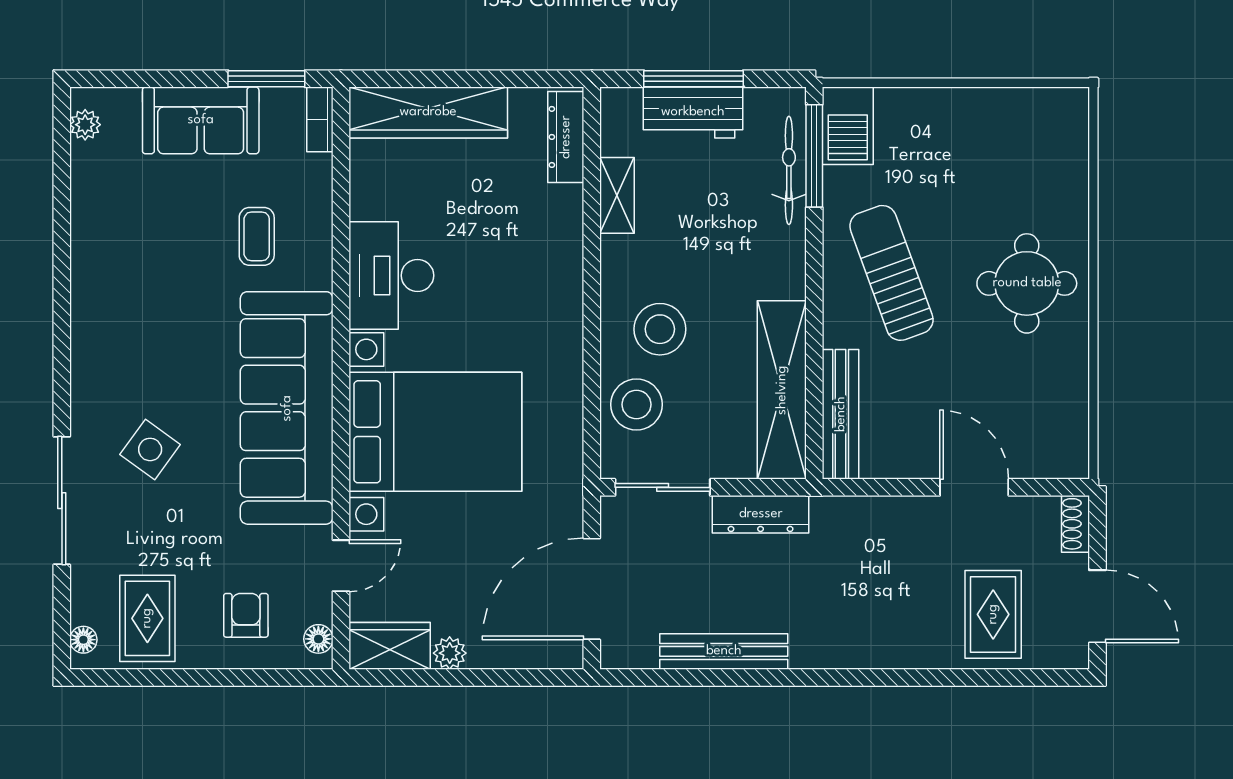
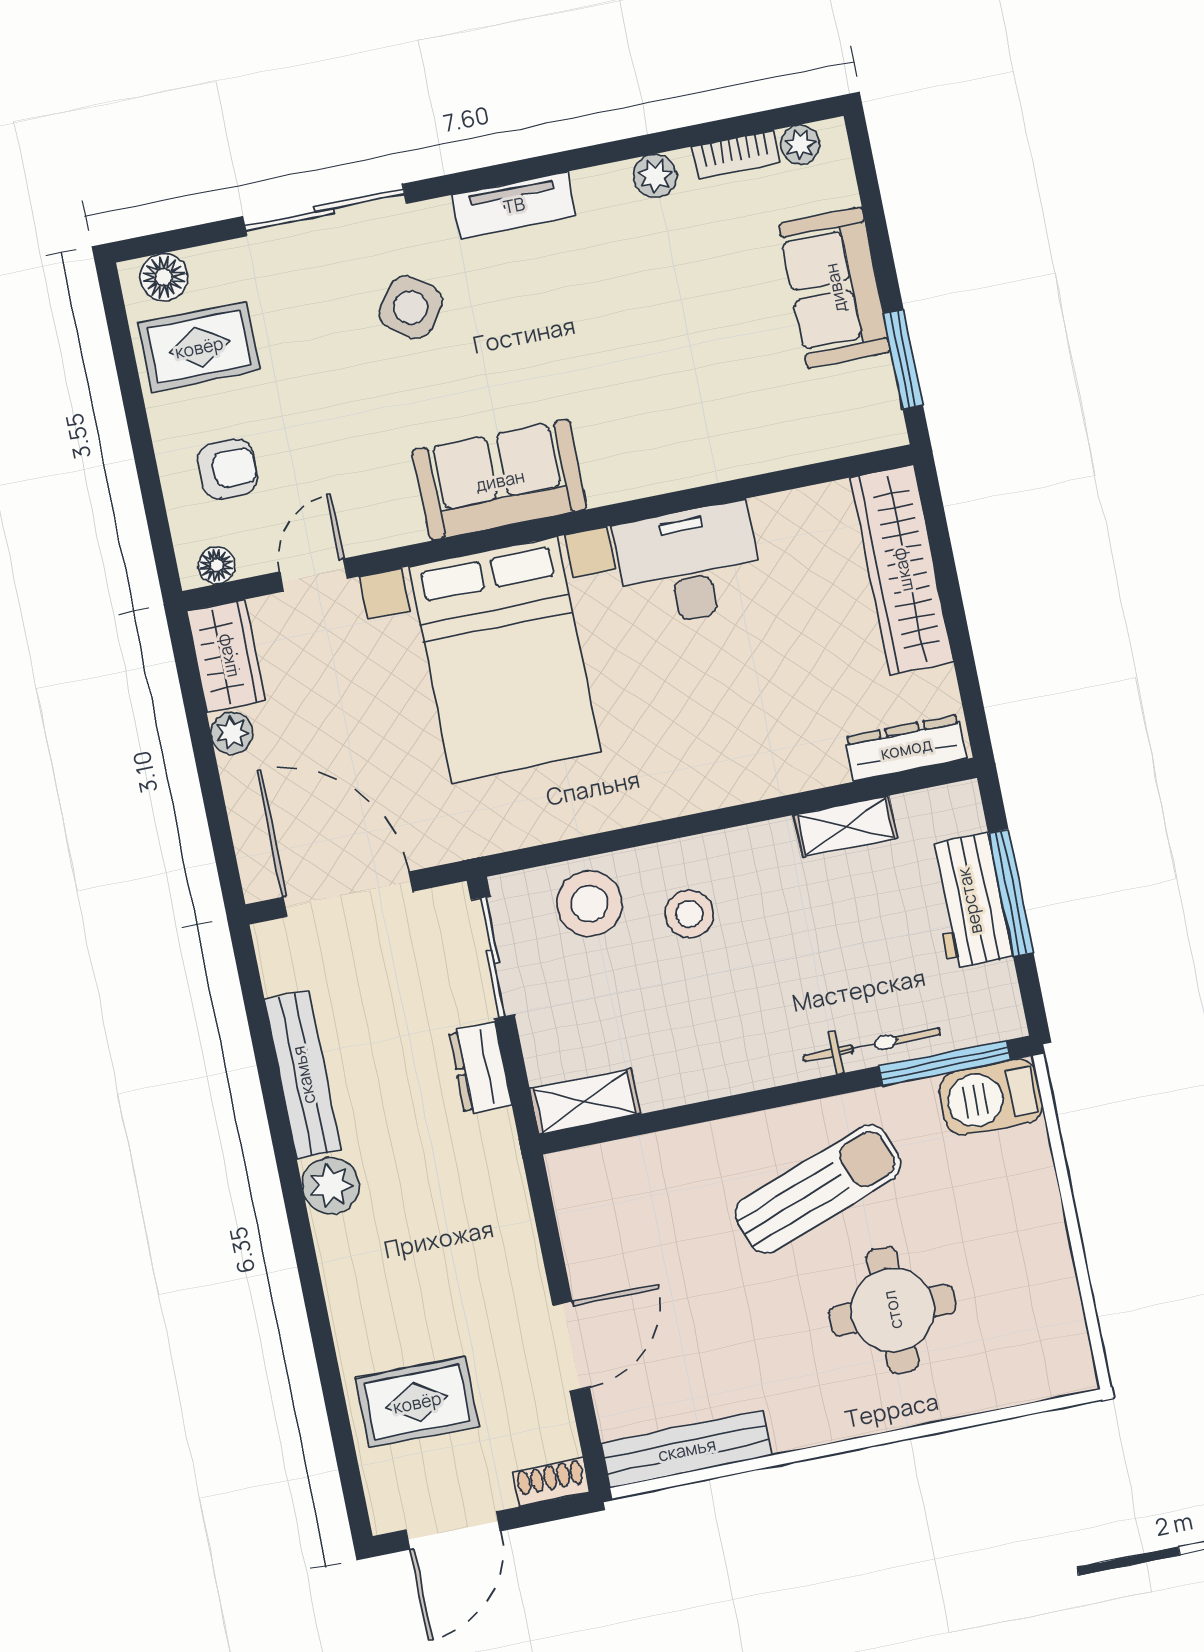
bookcase: (320, 119) -> (736, 155), moved, turned 180
bicycle: (789, 170) -> (872, 1045), moved
coffee table: (257, 236) -> (704, 387), removed
plant: (87, 241) -> (655, 176), added
round table: (1027, 283) -> (892, 1310), moved
stool: (660, 329) -> (689, 914), width x0.73, depth x0.73
tv unit: (88, 354) -> (514, 205), added
shelving: (782, 390) -> (585, 1101), width x0.45, depth x0.75
sofa: (287, 408) -> (500, 480), width x0.54, depth x0.79
bench: (841, 414) -> (687, 1449), moved
dresser: (761, 514) -> (480, 1068), width x0.70
door: (341, 566) -> (314, 575), swing flipped
floor lamp: (83, 640) -> (164, 277), width x1.37, depth x1.37
plant: (813, 647) -> (331, 1185), added

